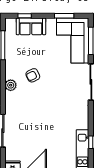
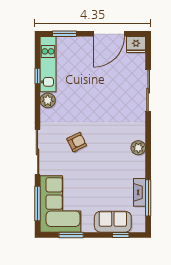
fireplace: (10, 50) -> (139, 192), added
armchair: (33, 75) -> (77, 142), moved
plant: (83, 123) -> (48, 100), added

